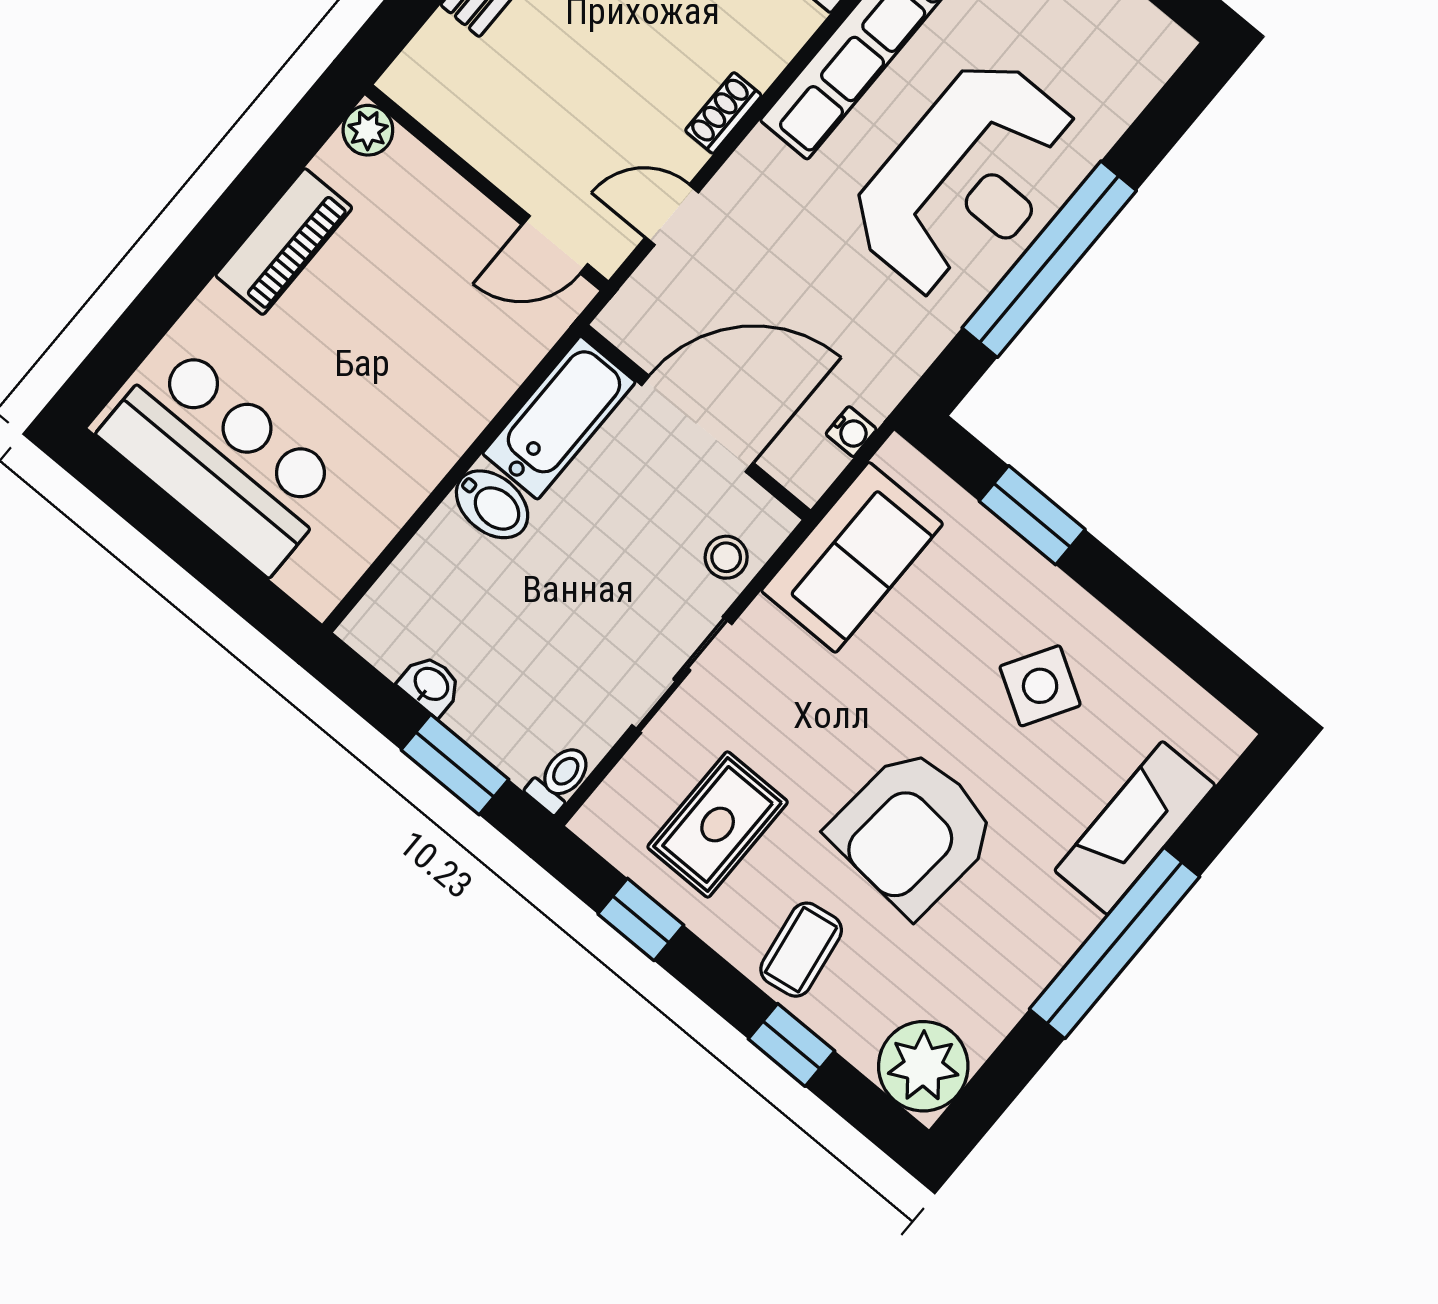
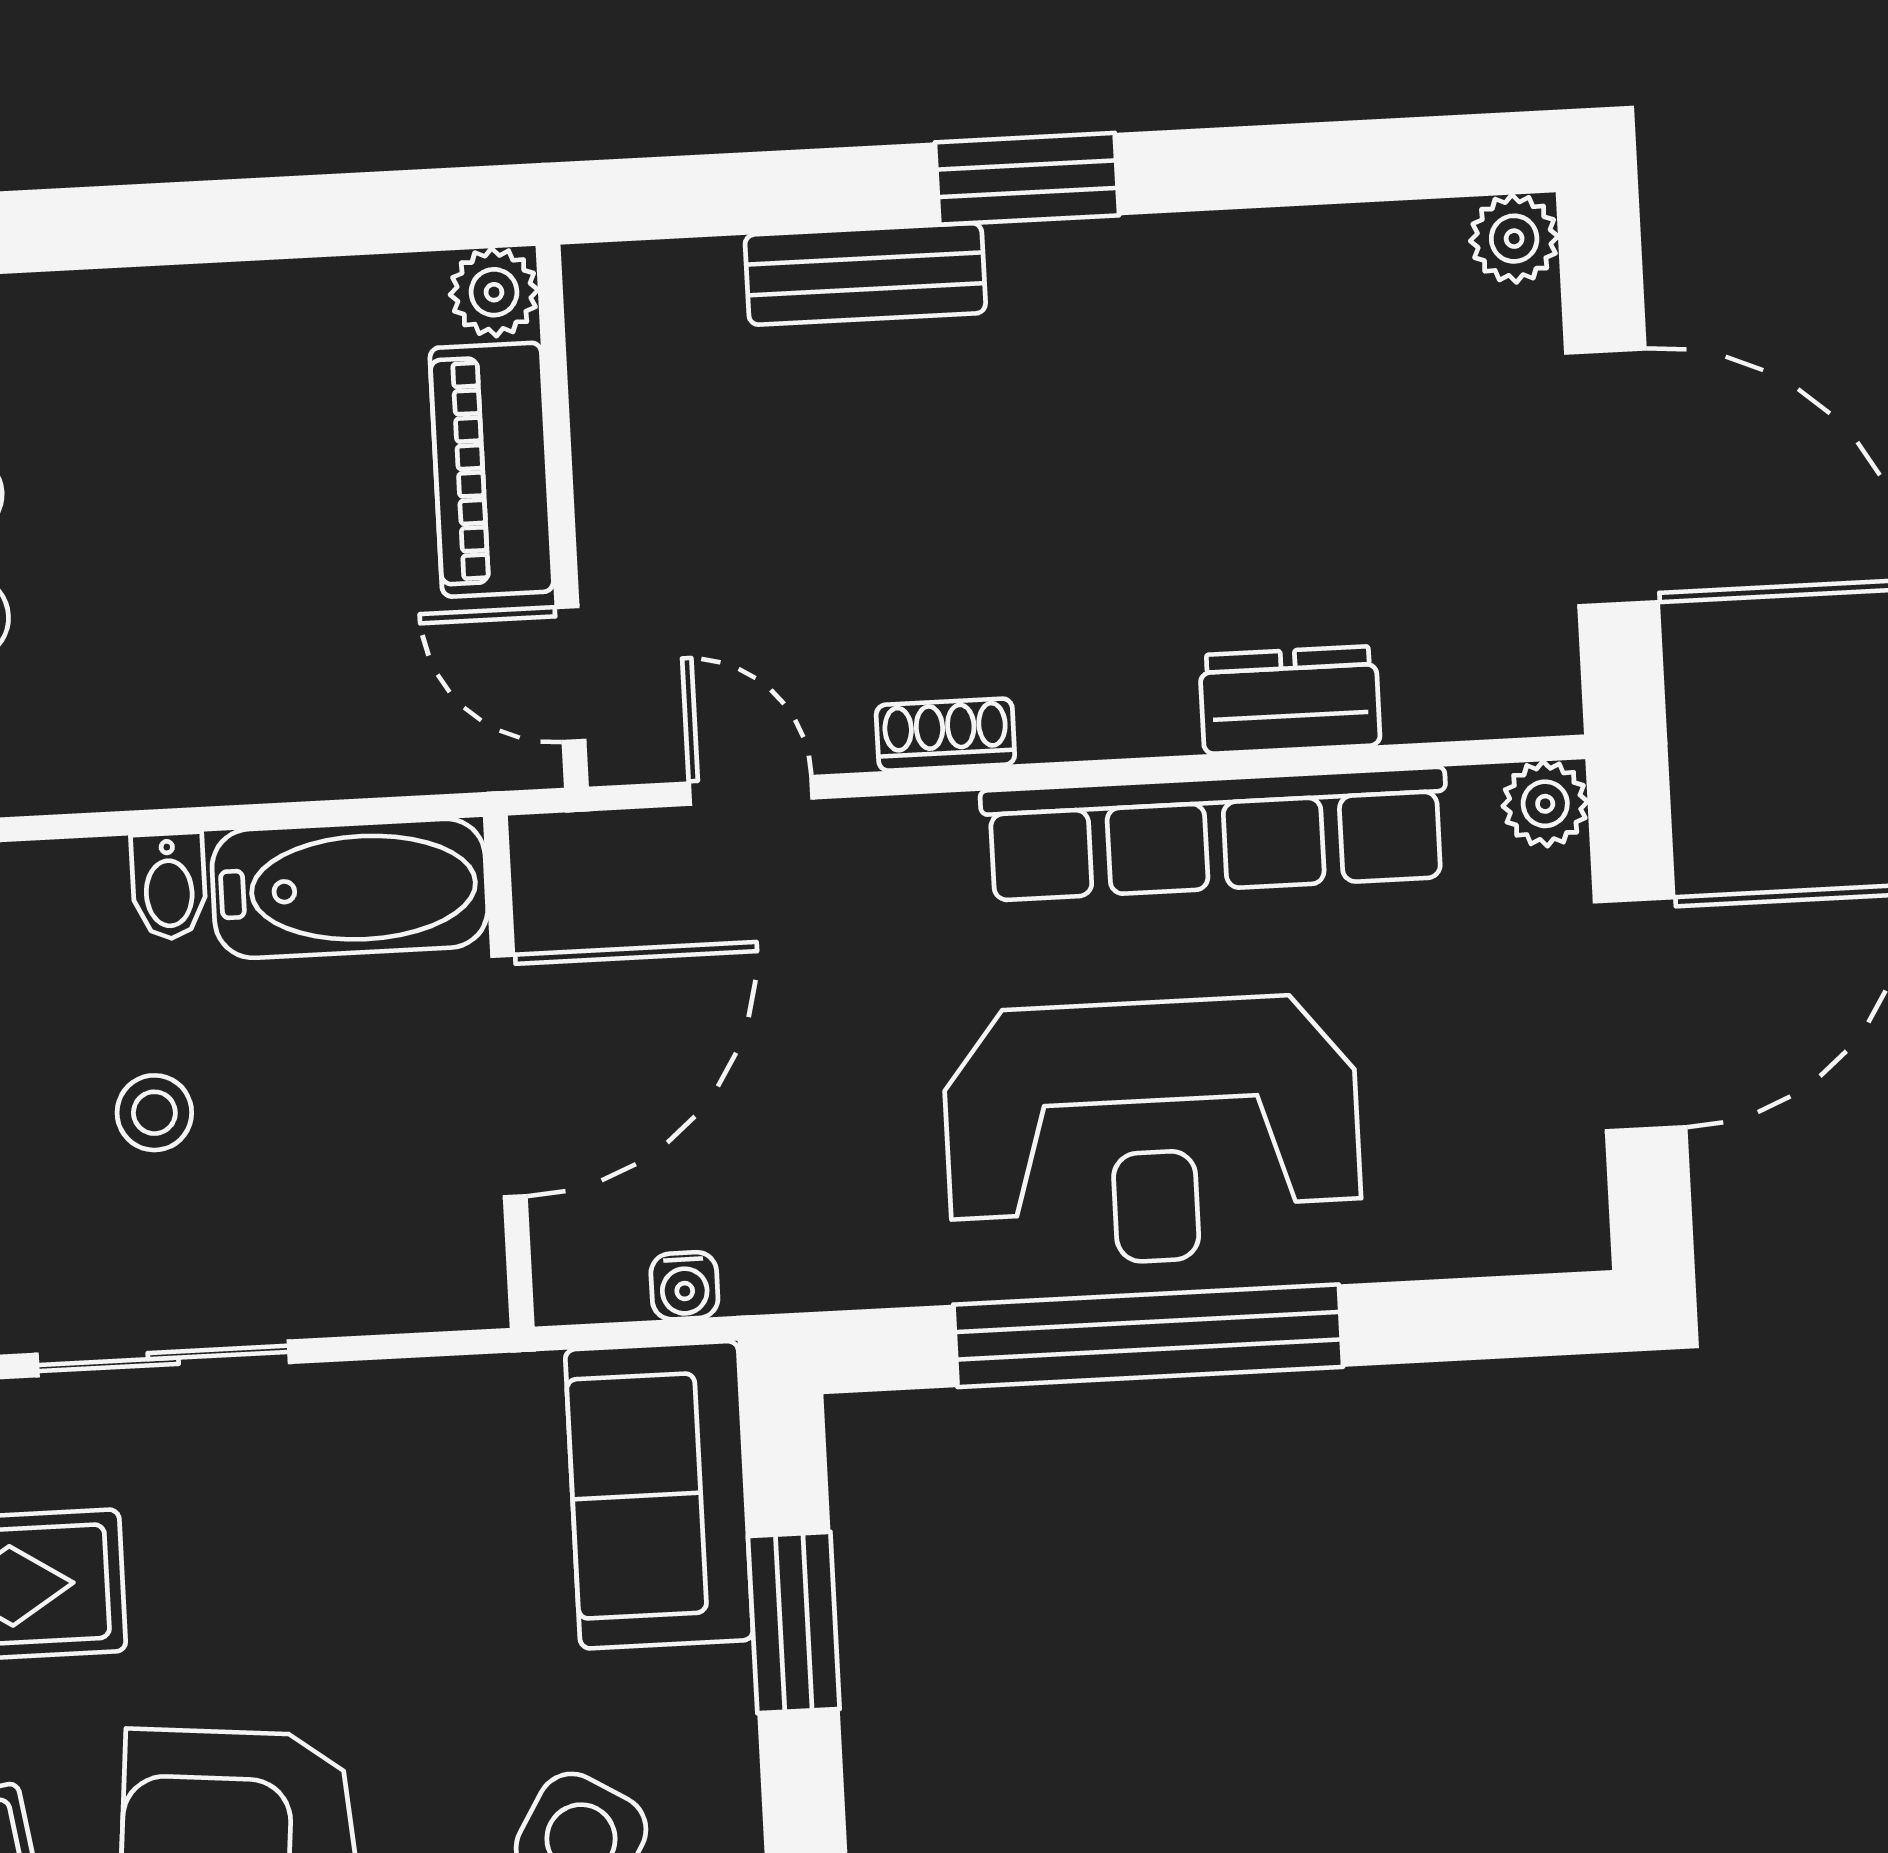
piano: (284, 242) -> (492, 470), moved, turned 90
door: (697, 424) -> (509, 1076), hinge flipped
bidet: (492, 504) -> (169, 886), width x0.72, depth x0.74
stool: (726, 557) -> (154, 1113), moved
sofa: (852, 557) -> (659, 1495), moved, turned 90

